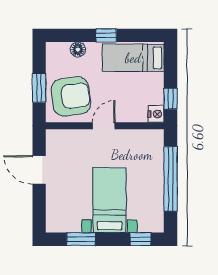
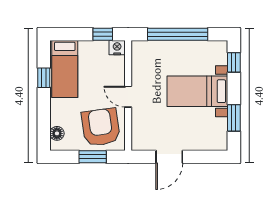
window: (106, 35) -> (44, 78), moved
floor lamp: (78, 50) -> (57, 133), moved

